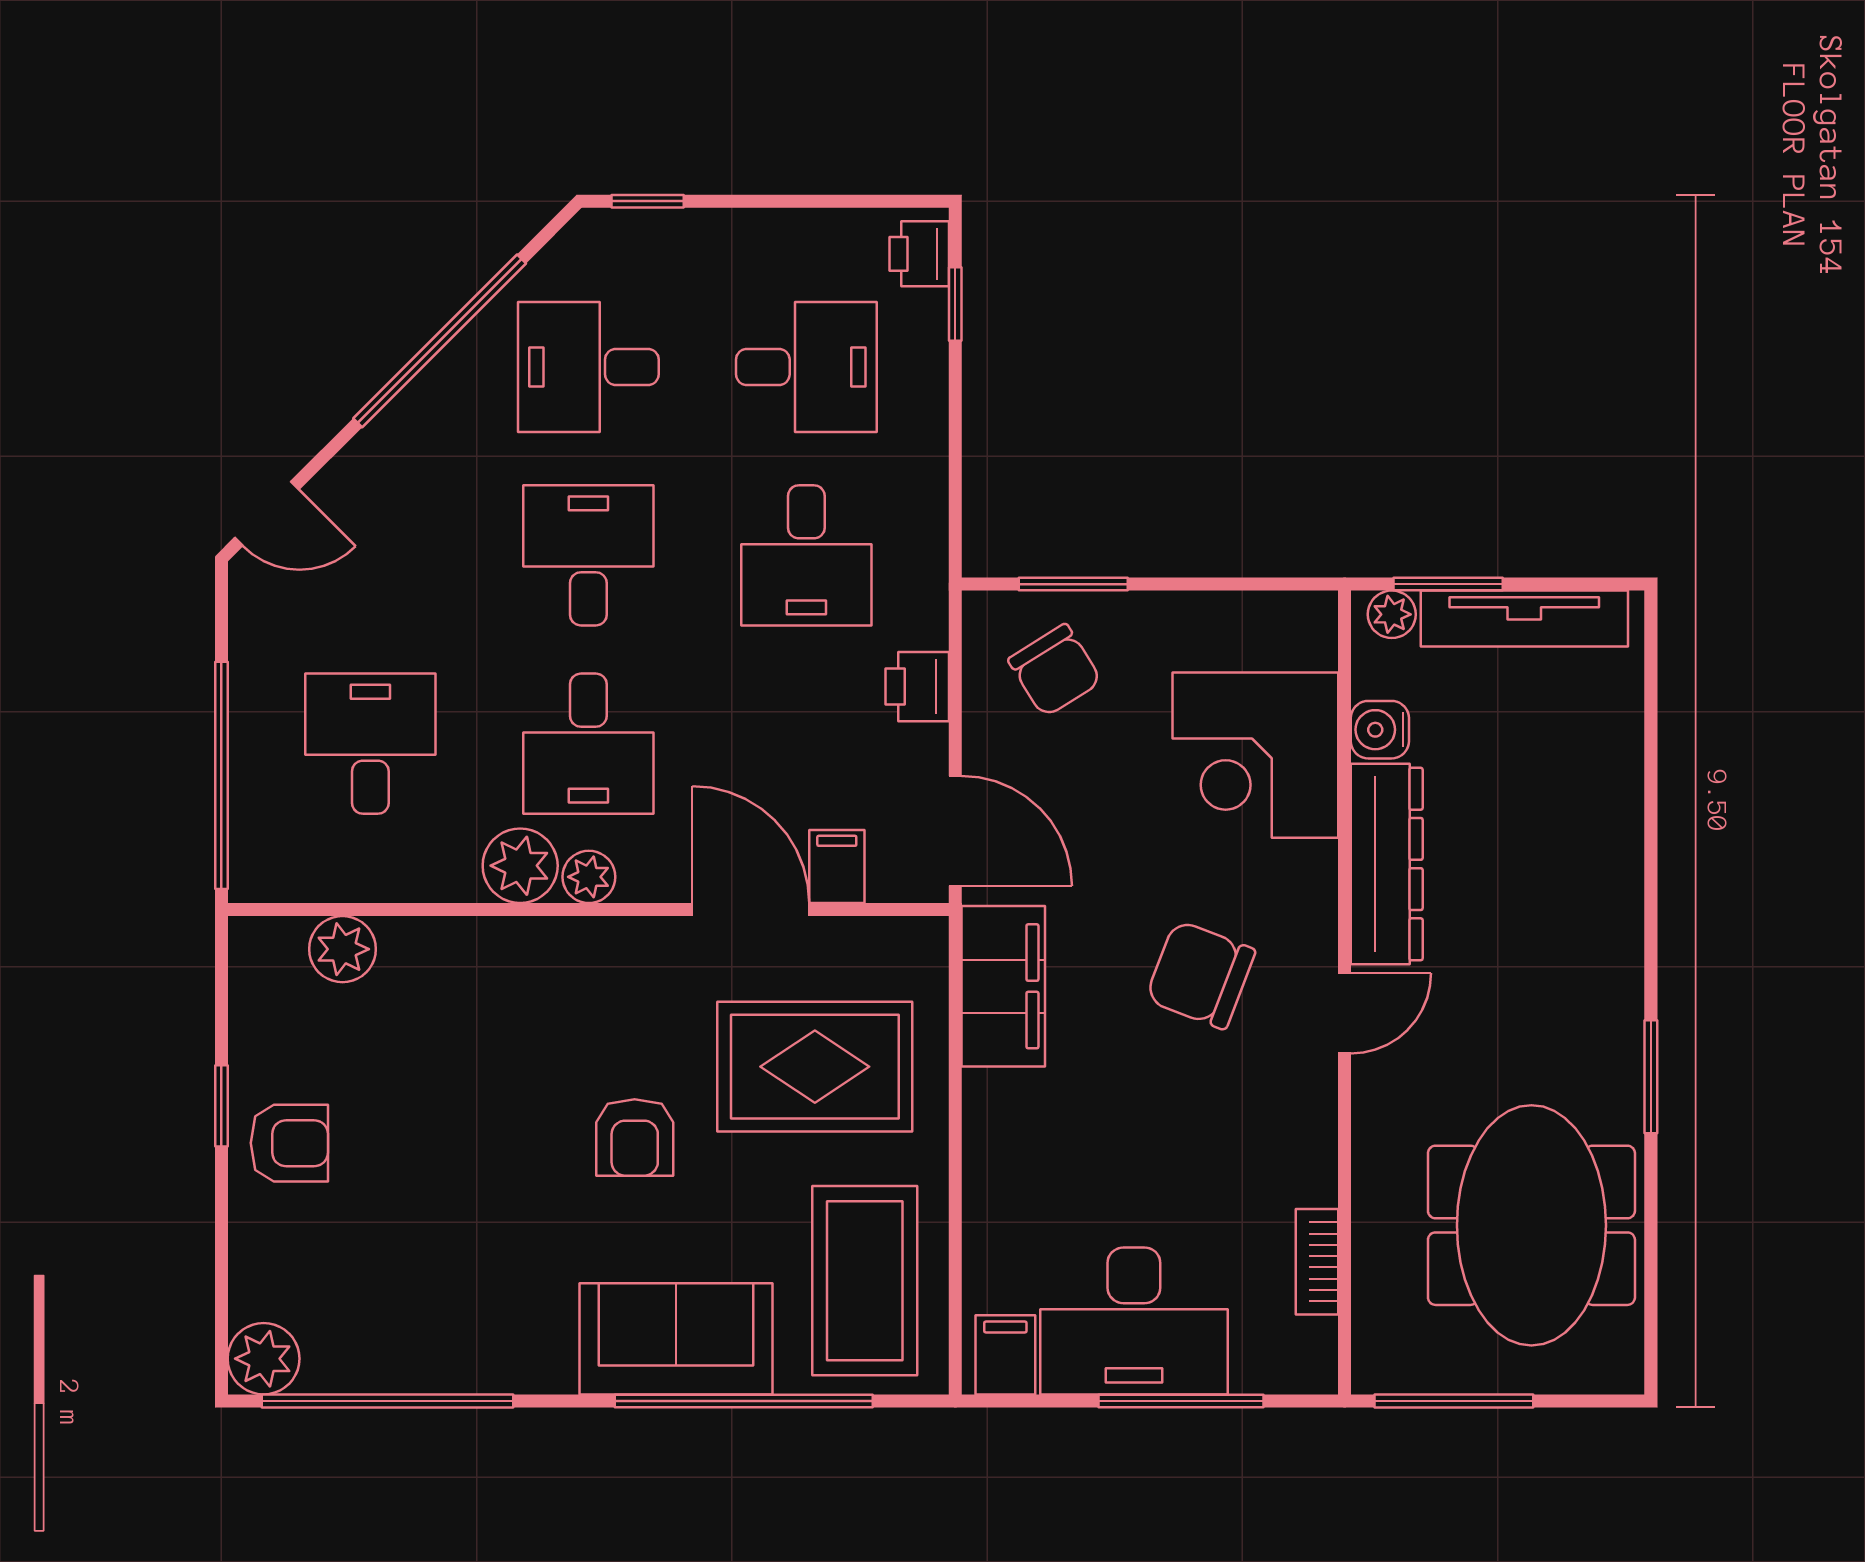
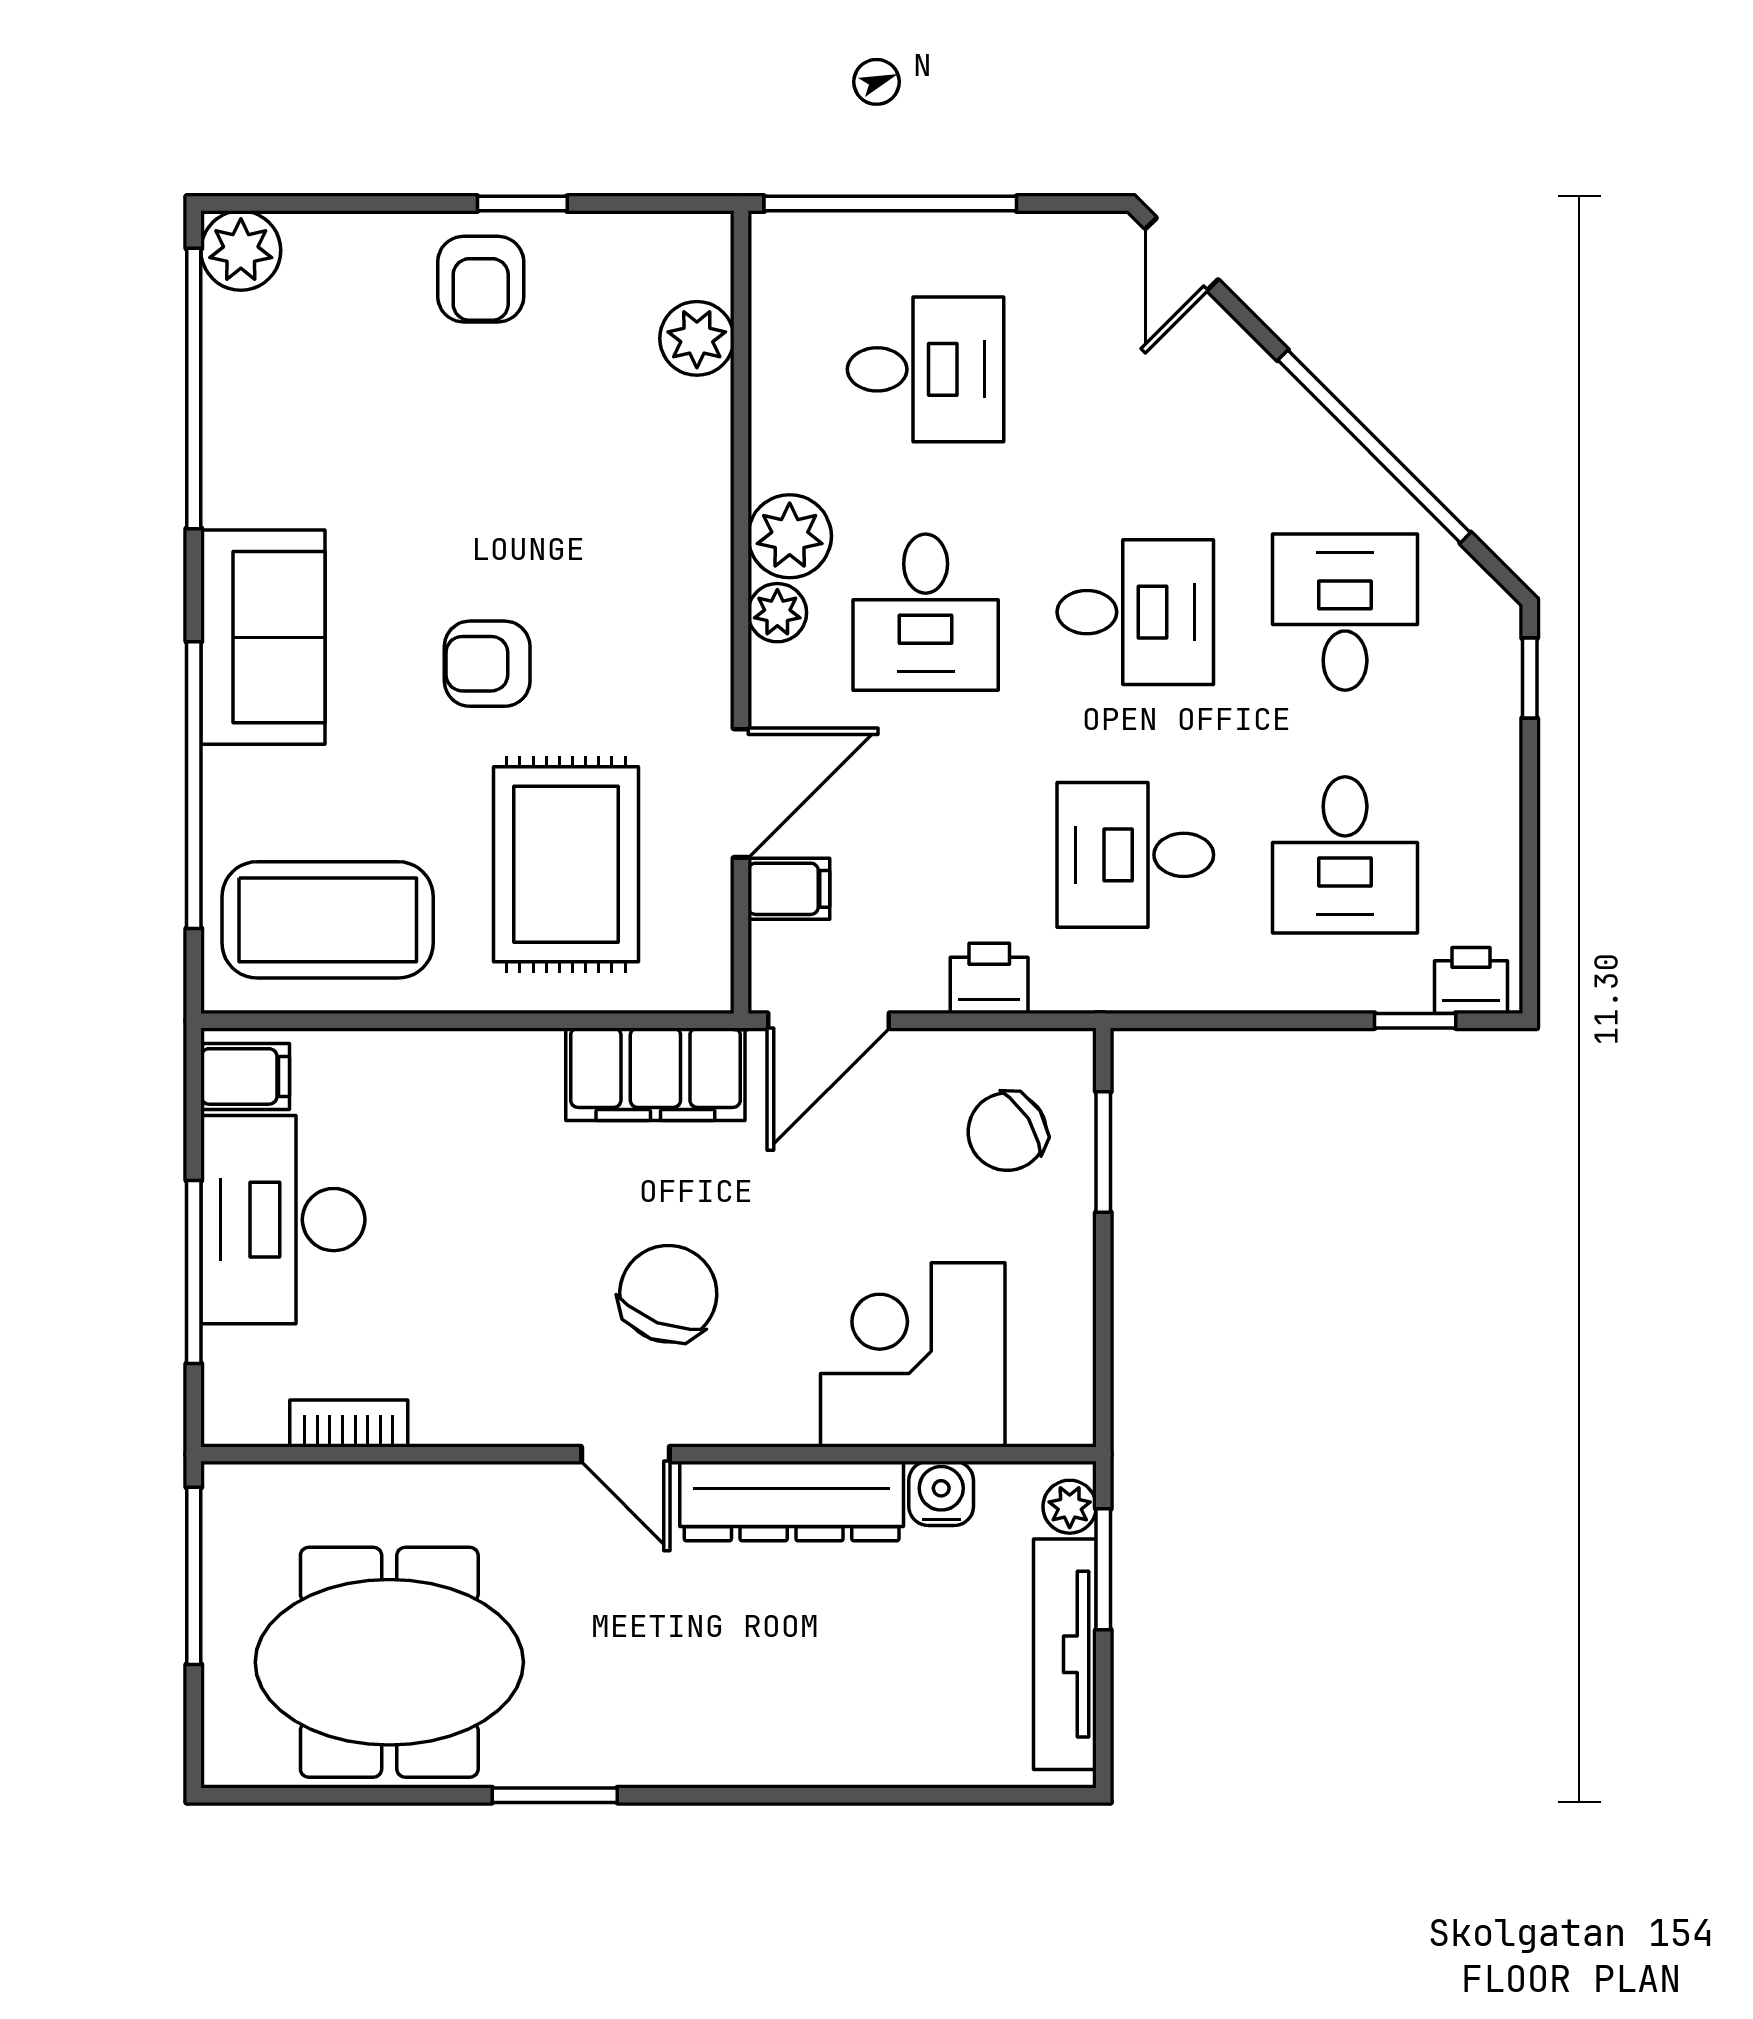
desk: (588, 744) -> (926, 612), turned -90
sofa: (676, 1339) -> (263, 637), moved

